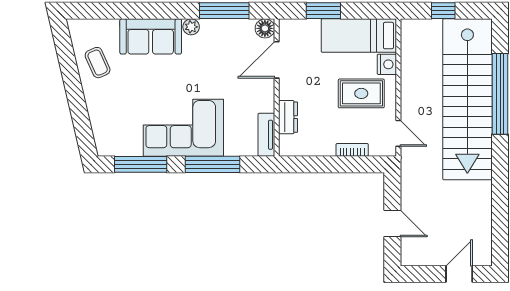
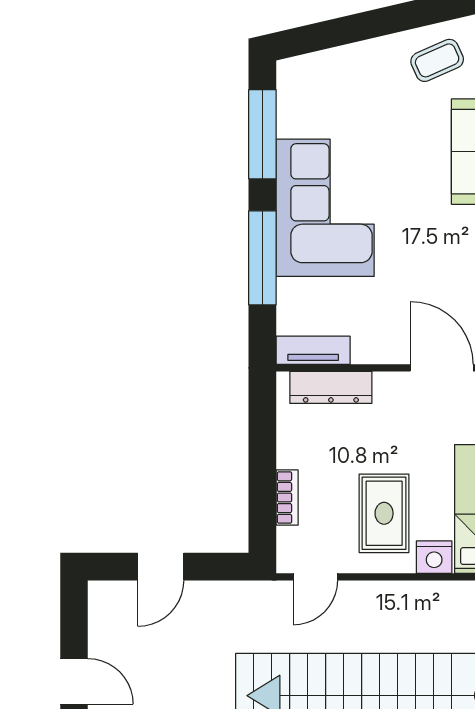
dresser: (288, 117) -> (331, 387), width x1.44

